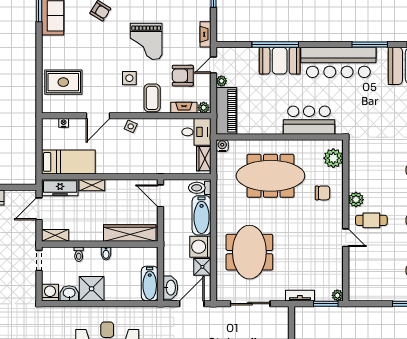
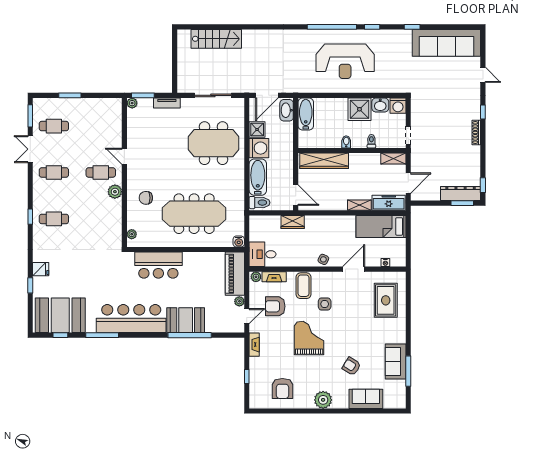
armchair: (183, 76) -> (275, 306), turned 180
rug: (63, 82) -> (386, 300), turned 90
plant: (333, 158) -> (132, 234), width x0.53, depth x0.53
wardrobe: (204, 159) -> (293, 222), moved, turned 90
meeting table: (249, 252) -> (214, 143), turned 90

